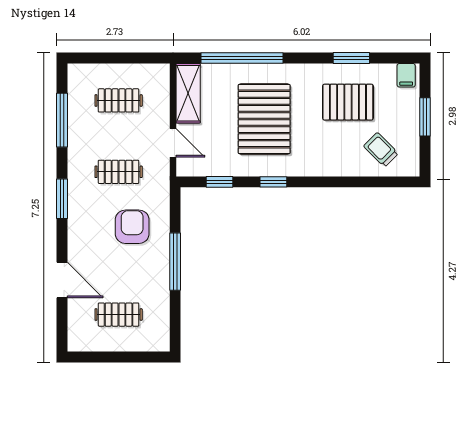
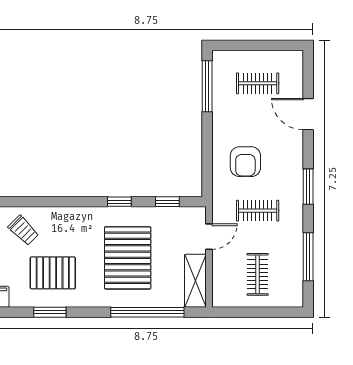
clothes rail: (119, 100) -> (258, 274), turned 90
door: (173, 143) -> (209, 237), swing flipped
window: (175, 262) -> (207, 86), moved

